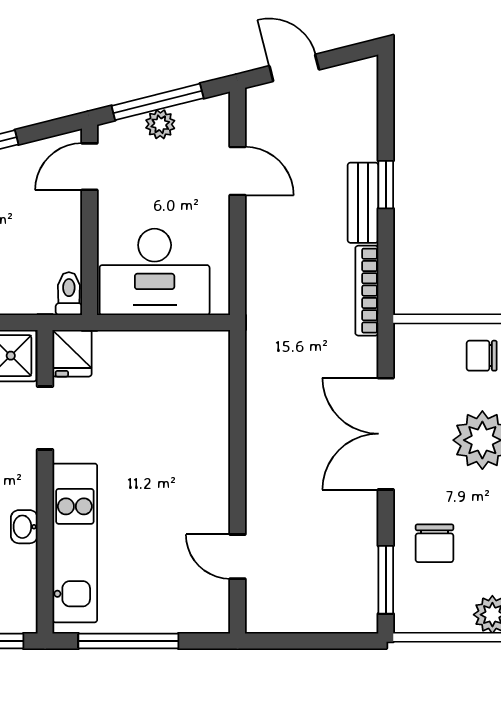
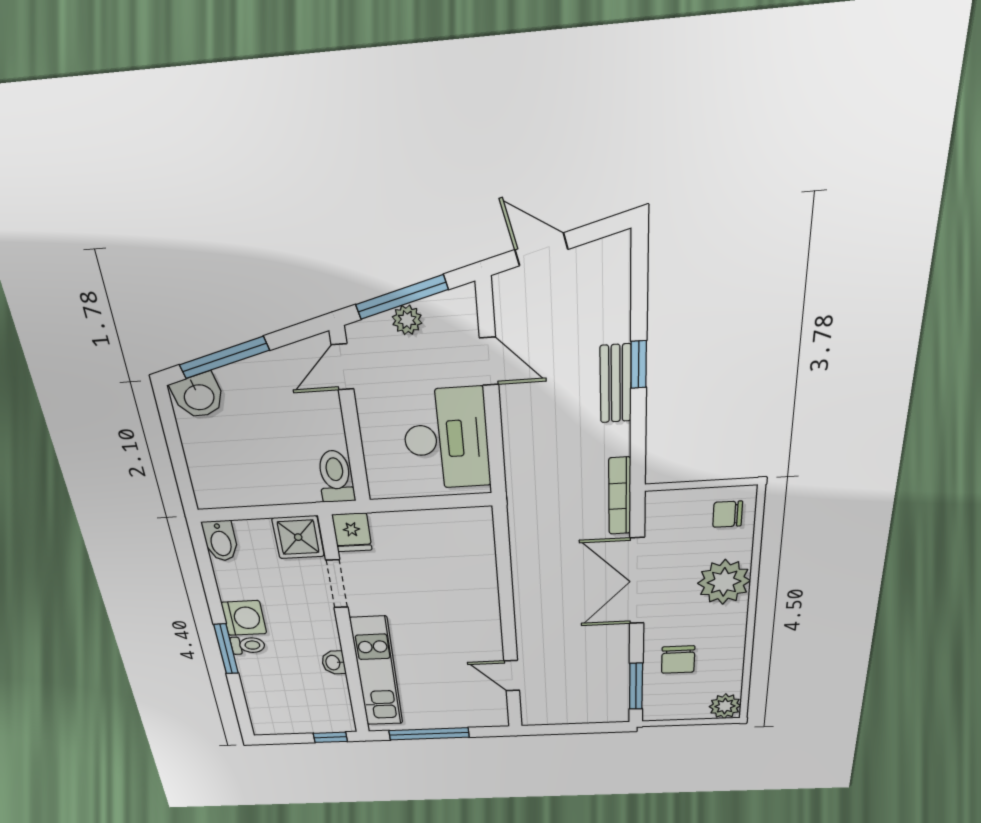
desk: (155, 272) -> (446, 439), moved, turned -90
bookcase: (367, 291) -> (620, 496), moved
toilet: (69, 294) -> (336, 476), width x1.37, depth x1.39

